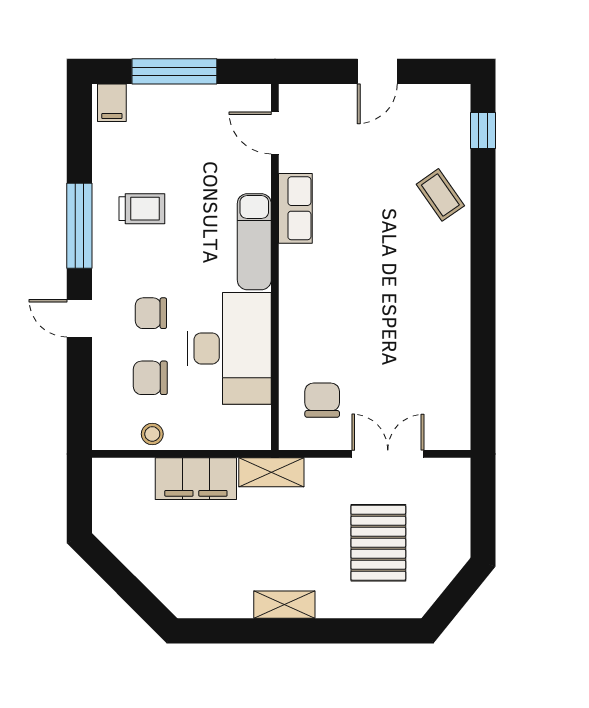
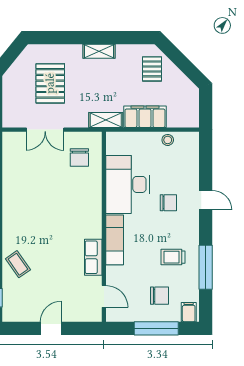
window: (79, 226) -> (206, 267), moved
chair: (150, 378) -> (159, 296), moved
pallet: (182, 571) -> (152, 69), added

